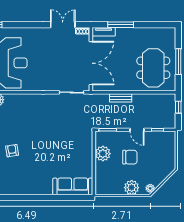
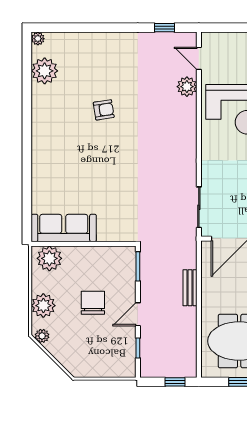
plant: (103, 154) -> (49, 258), moved
chair: (130, 157) -> (93, 303), turned 180
sofa: (73, 186) -> (64, 228), moved, turned -90

